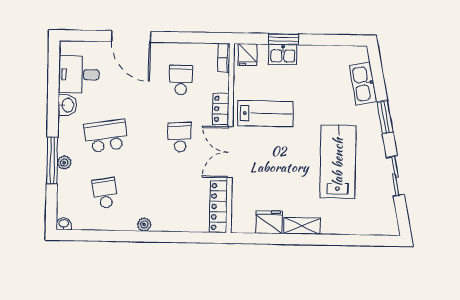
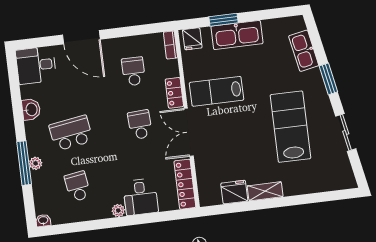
kitchen sink: (283, 54) -> (237, 35), width x1.88, depth x1.24
desk: (79, 75) -> (36, 65), moved
lab bench: (265, 113) -> (216, 91), turned 180
desk: (170, 213) -> (141, 197), added

